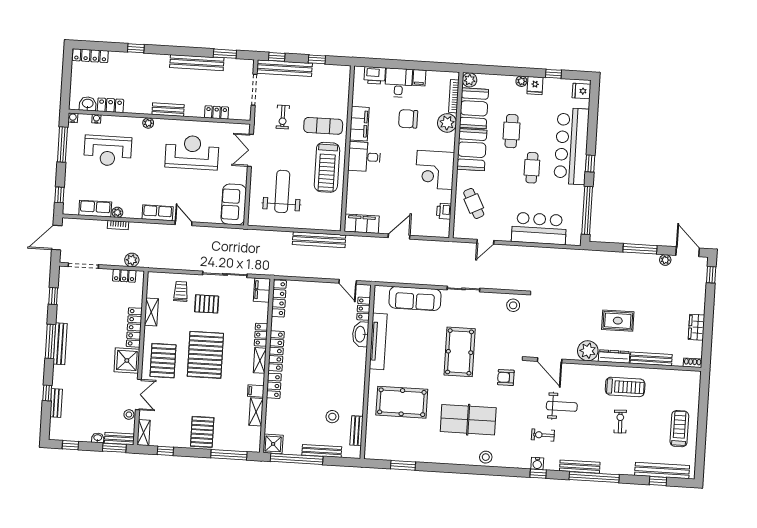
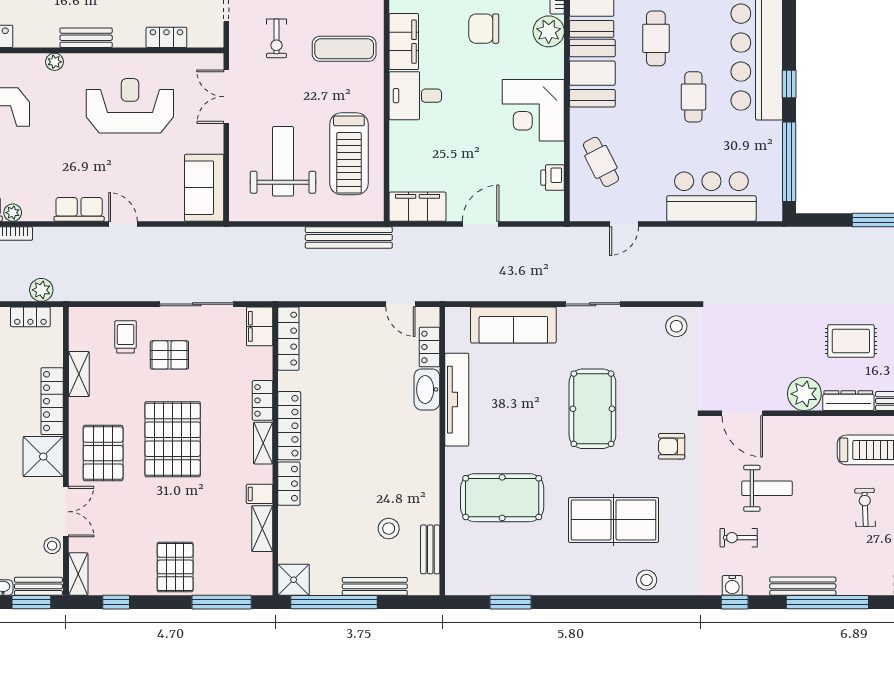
treadmill: (327, 167) -> (349, 154), moved

